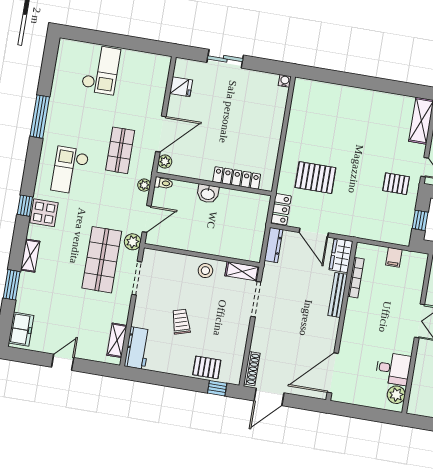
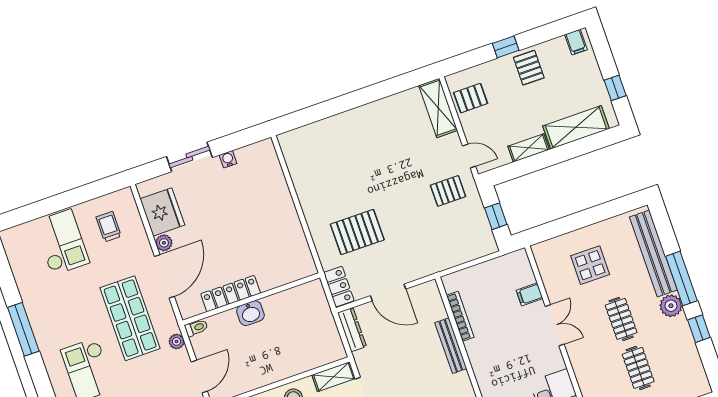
trolley: (141, 77) -> (109, 227), added
water cooler: (285, 81) -> (228, 159), moved
fridge: (181, 87) -> (162, 212), width x1.88, depth x1.34
shop shelf: (120, 150) -> (130, 318), width x1.43, depth x1.36
plant: (165, 162) -> (164, 243), moved
locker: (237, 178) -> (231, 294), moved
wardrobe: (341, 255) -> (431, 301), removed
filing cabinet: (394, 257) -> (529, 294), moved, turned 90

